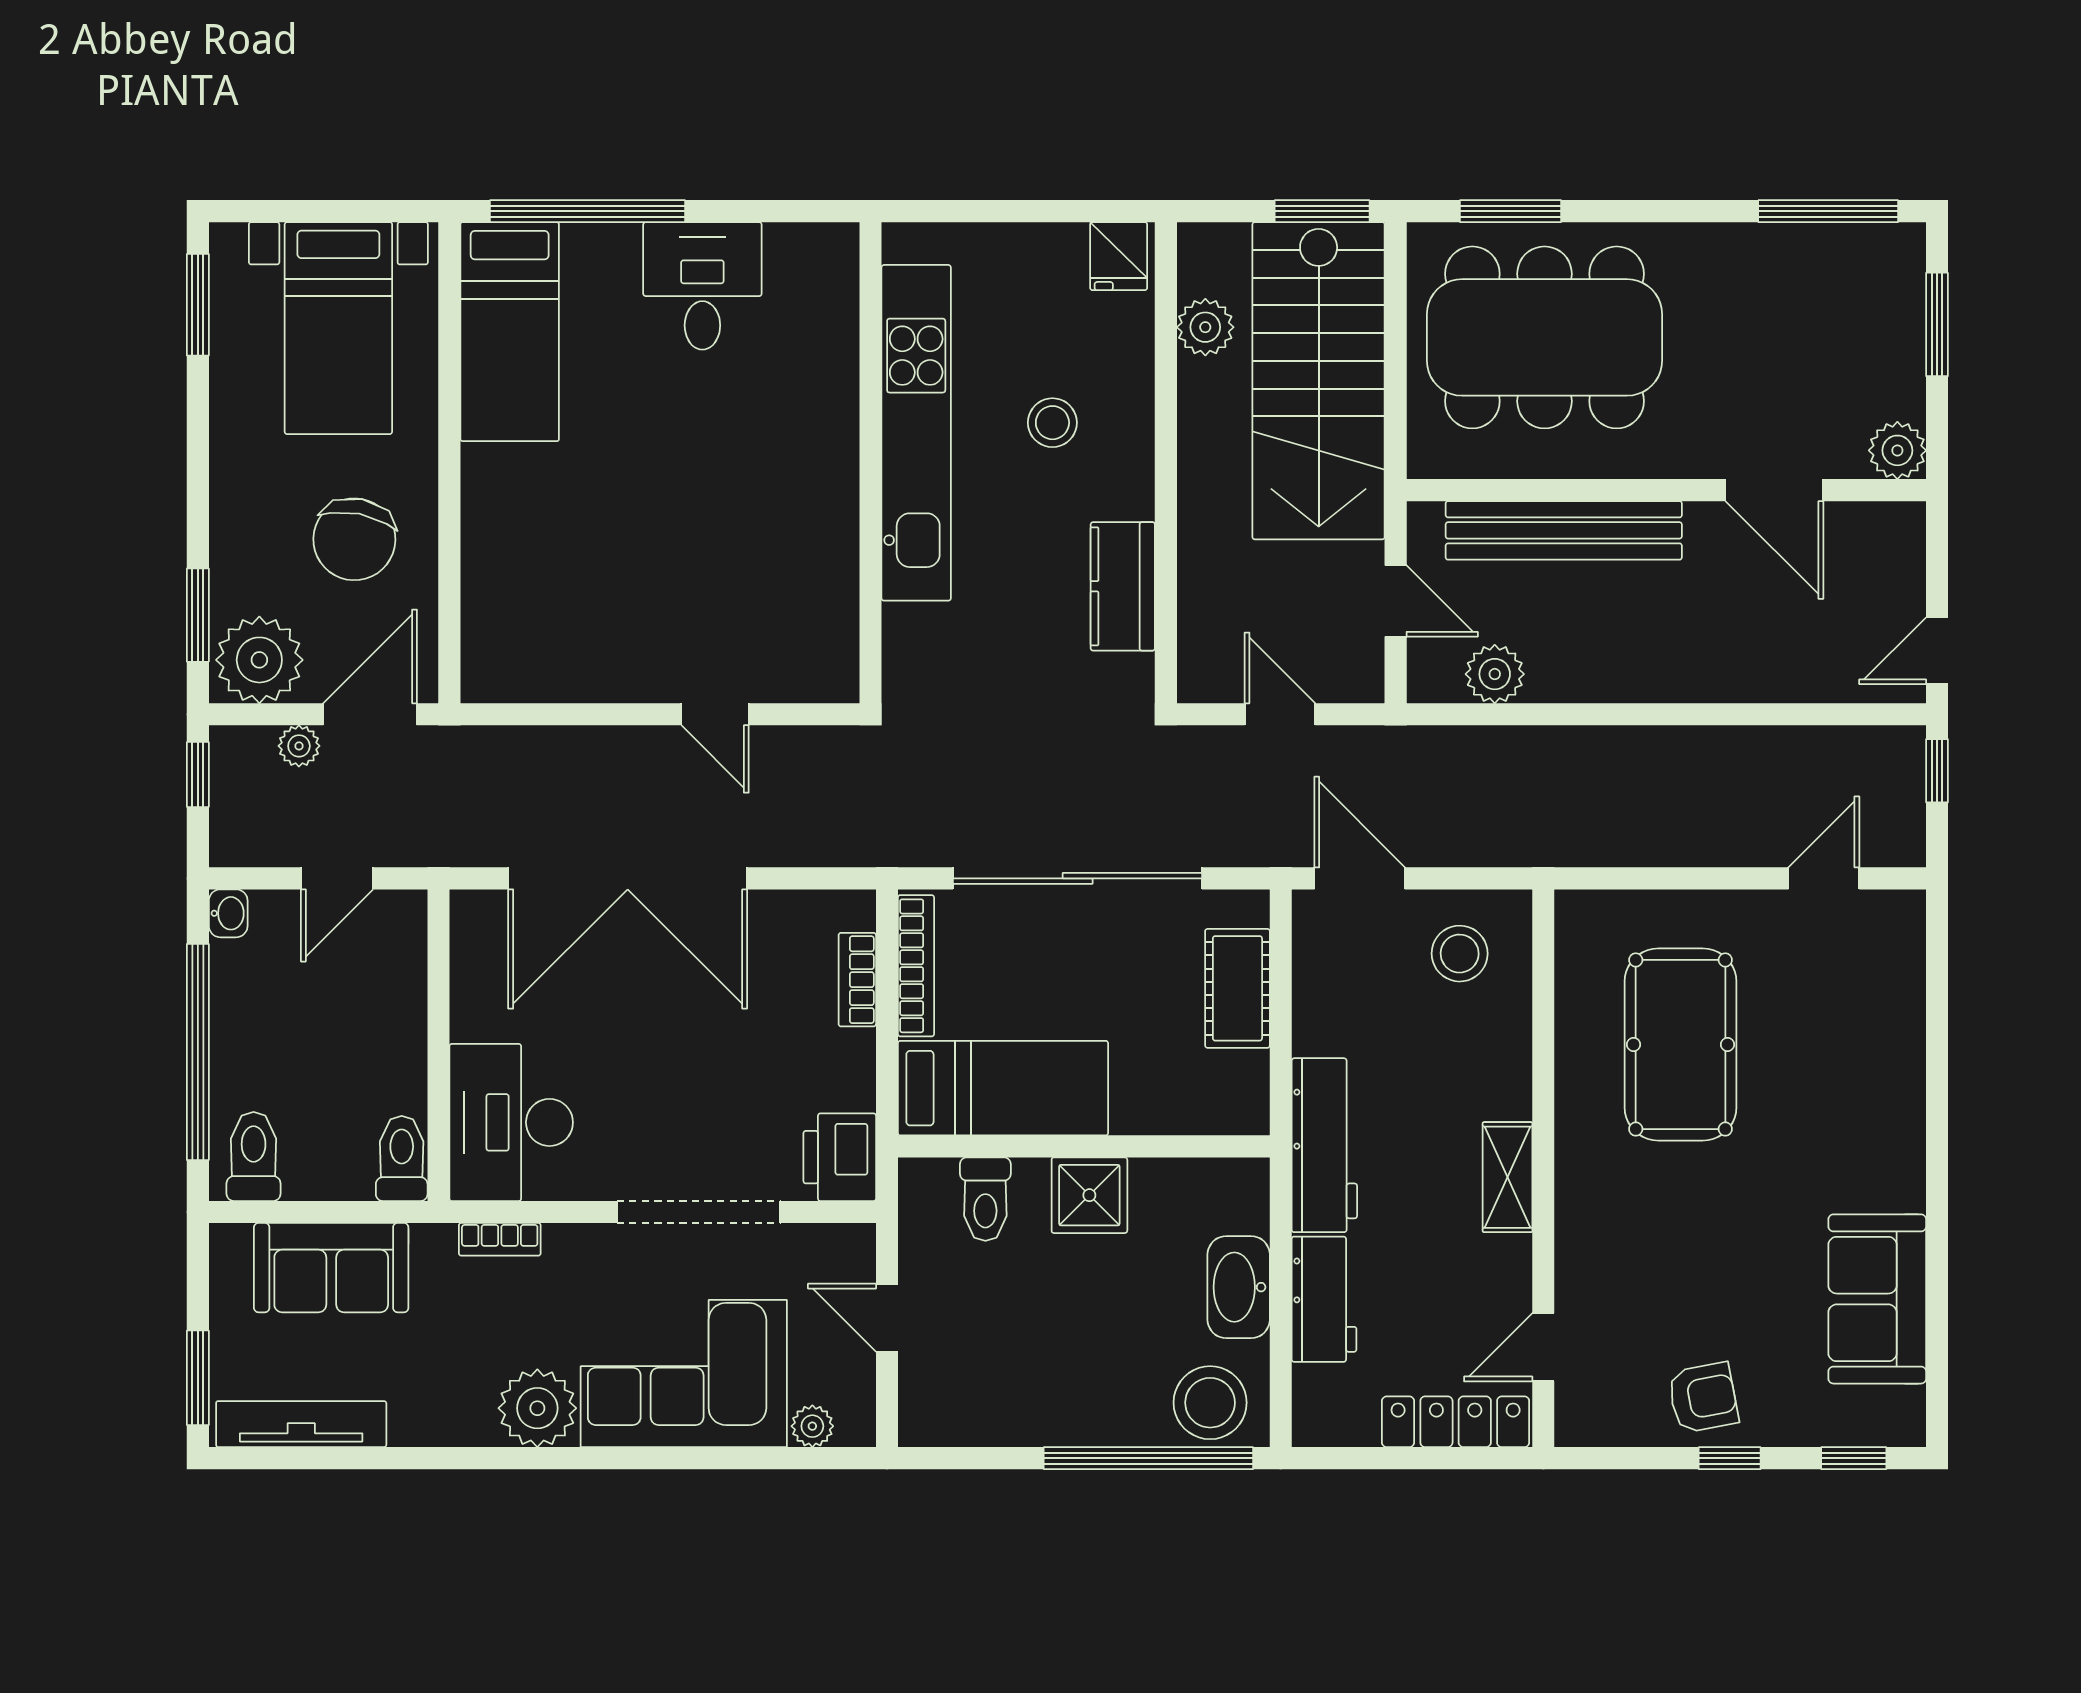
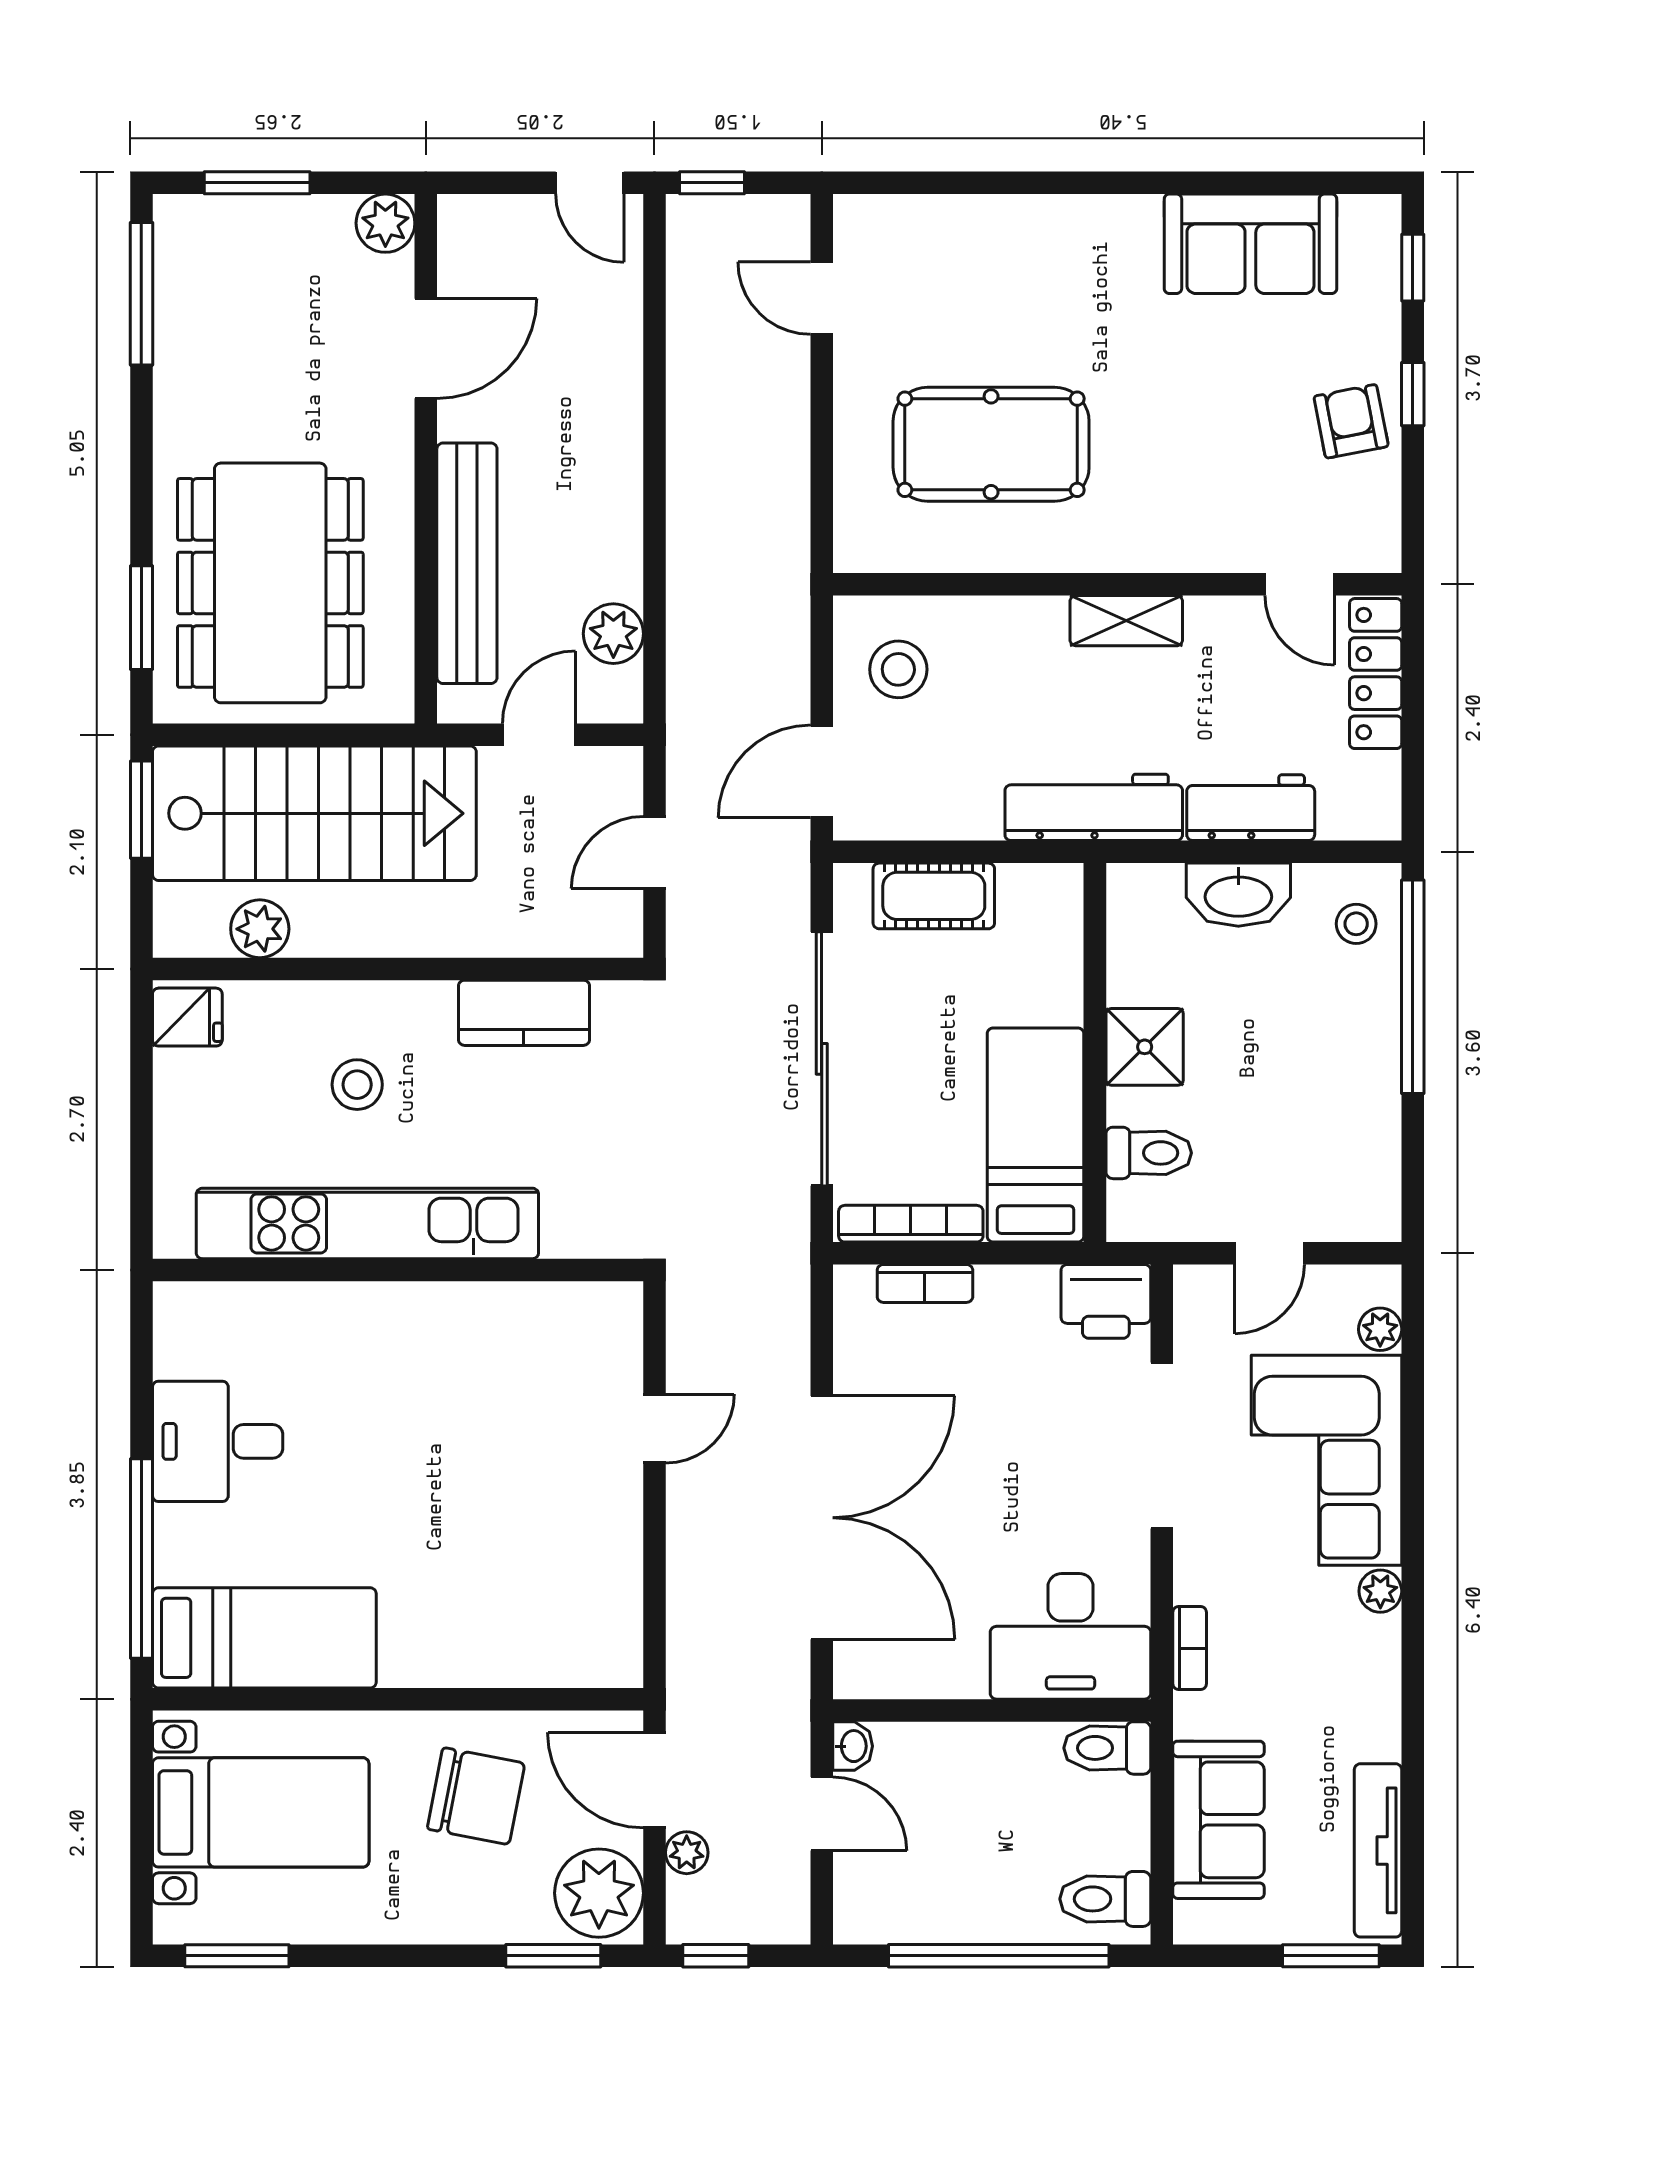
washbasin: (228, 913) -> (853, 1746), moved, turned 90
stool: (1210, 1403) -> (1356, 924), width x0.53, depth x0.53
plant: (537, 1408) -> (1380, 1591), width x0.53, depth x0.53

